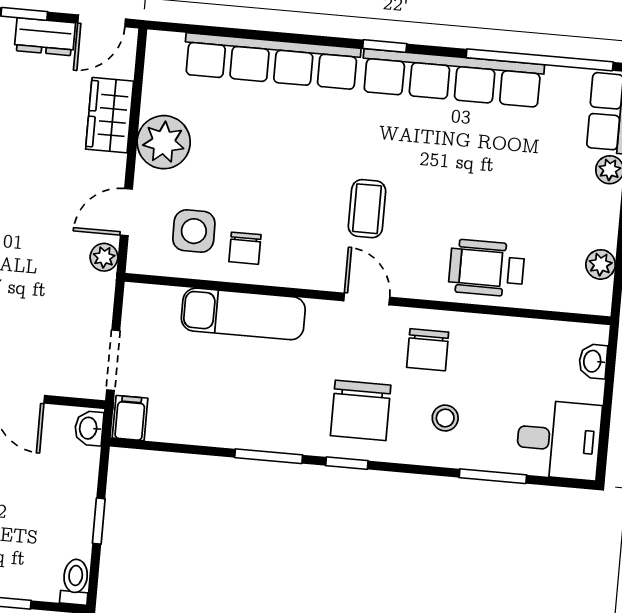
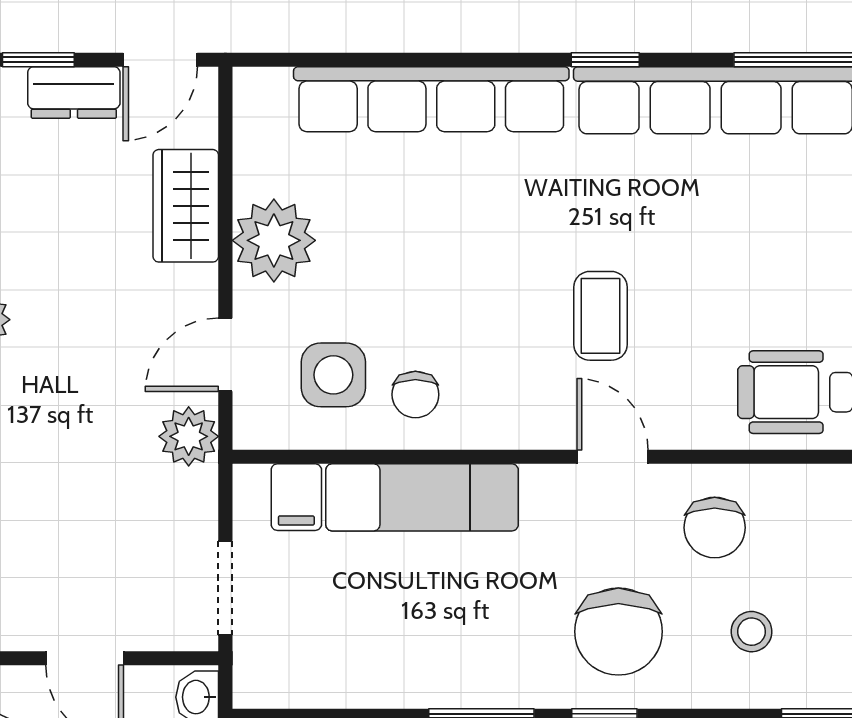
plant: (104, 257) -> (189, 436), width x1.38, depth x1.38
filing cabinet: (130, 418) -> (296, 497), moved, turned 180

